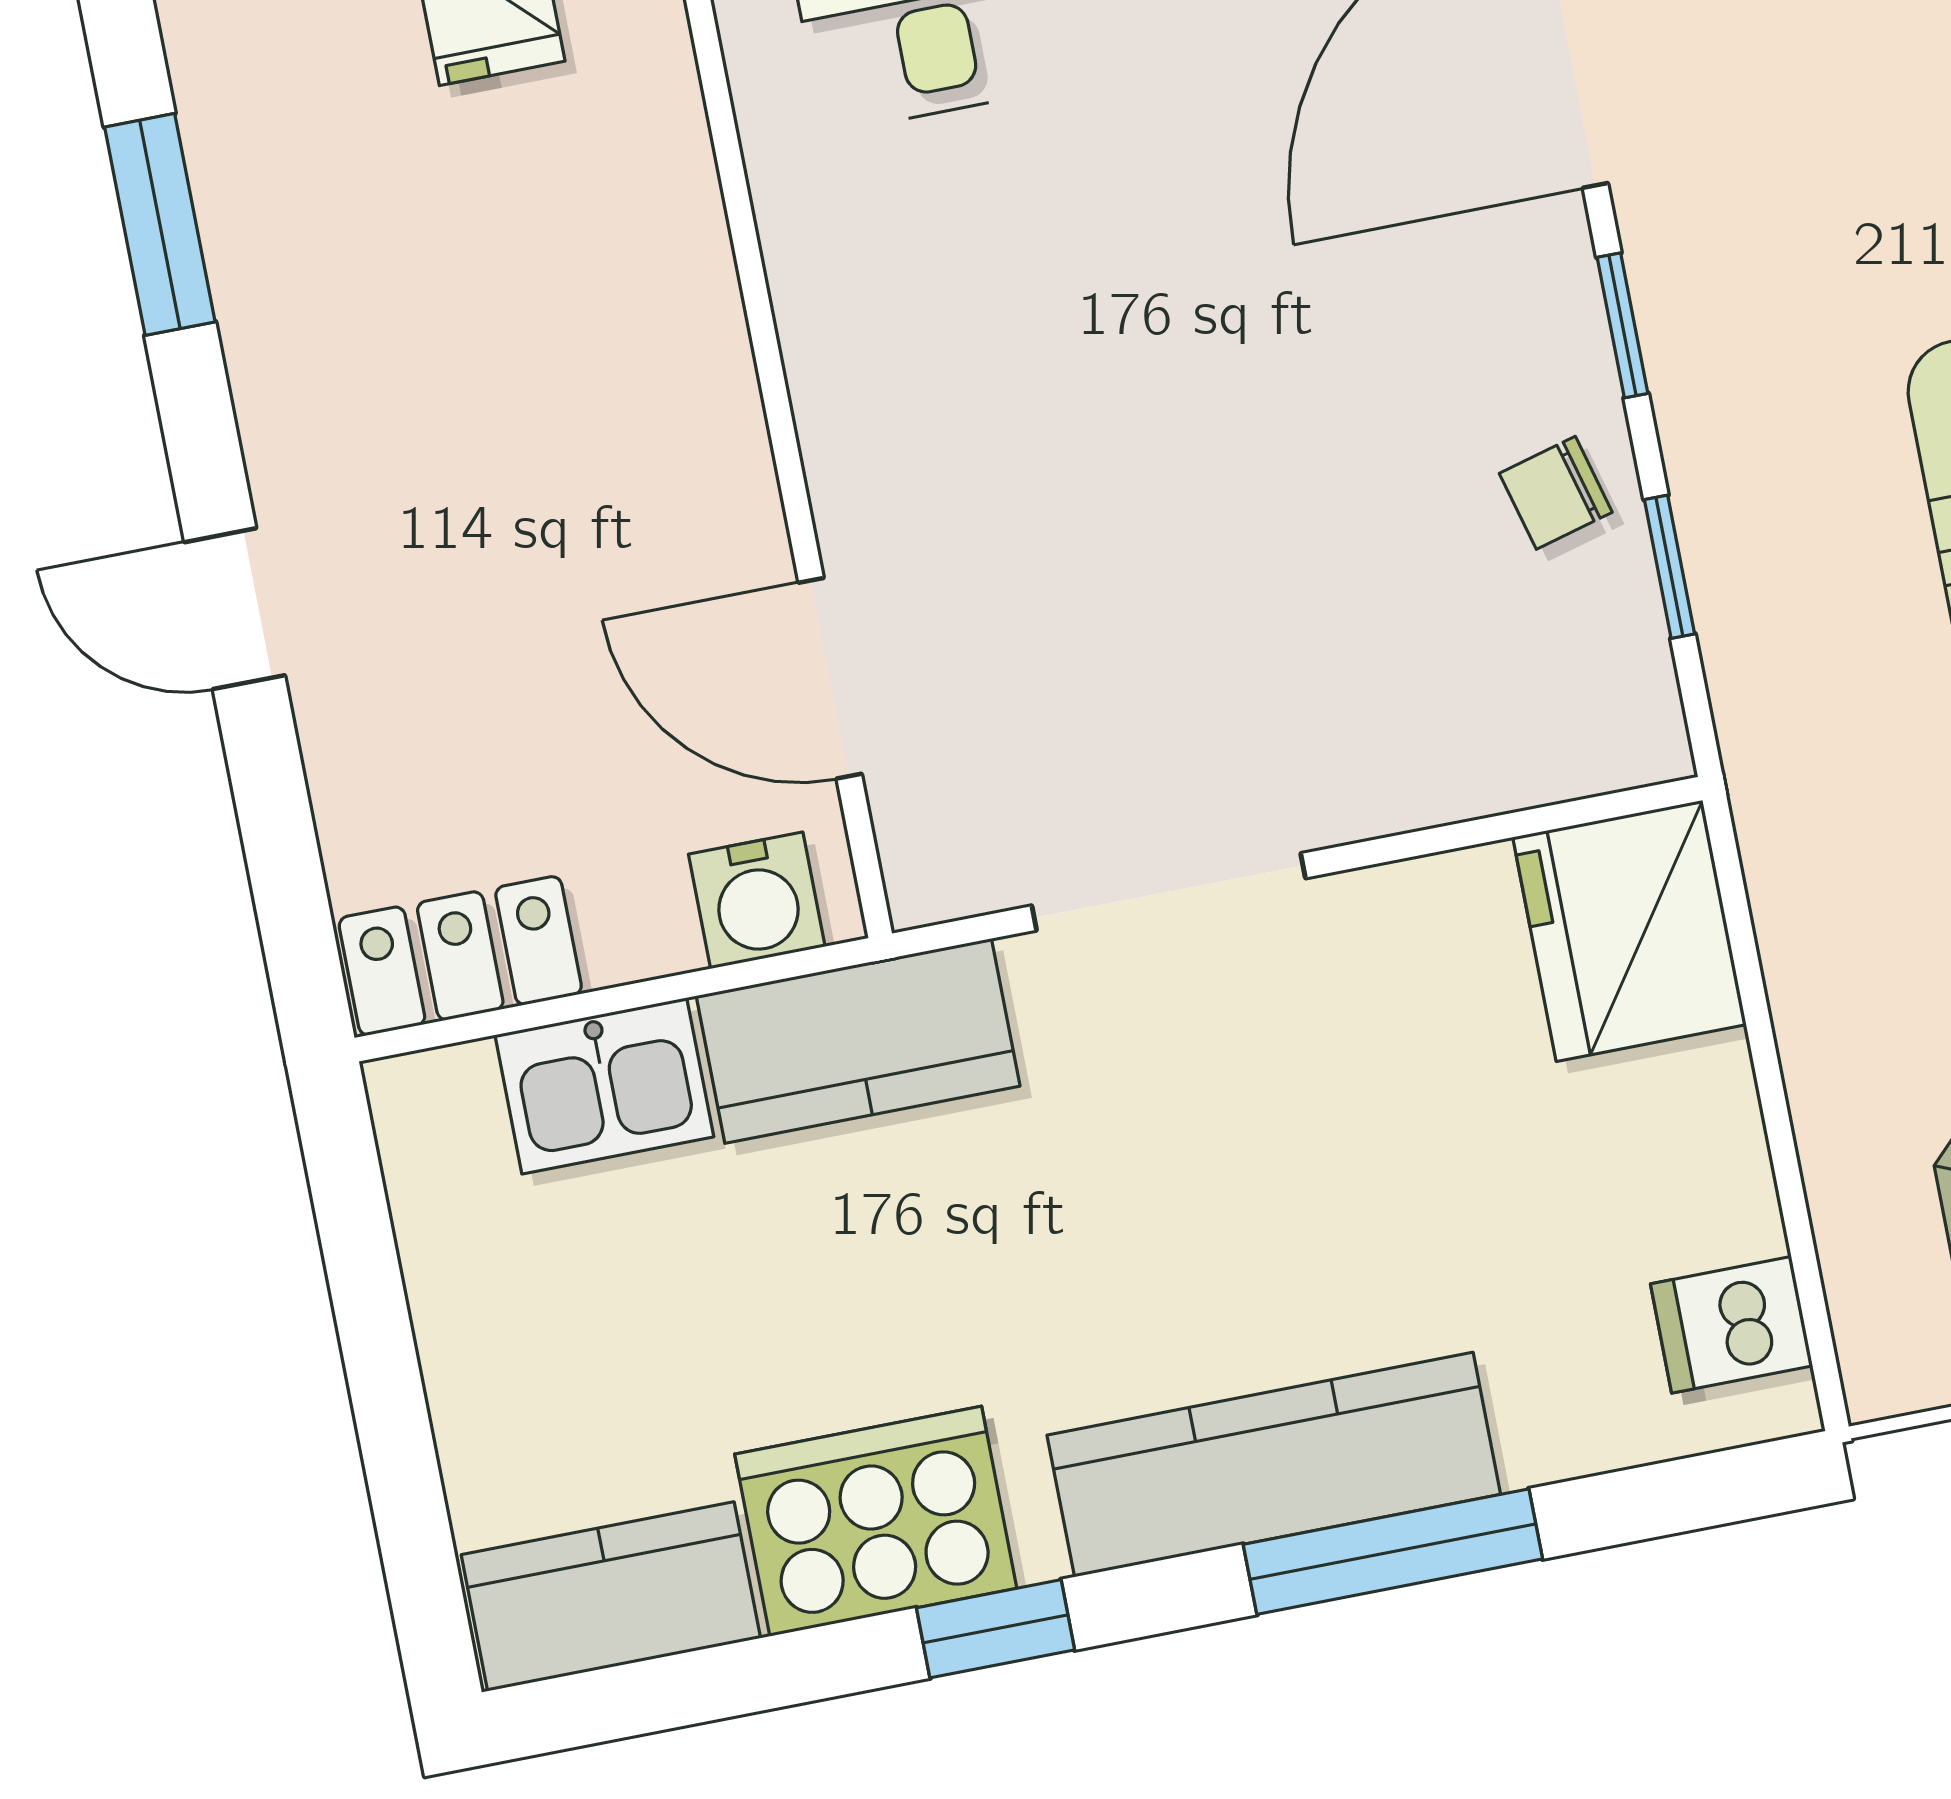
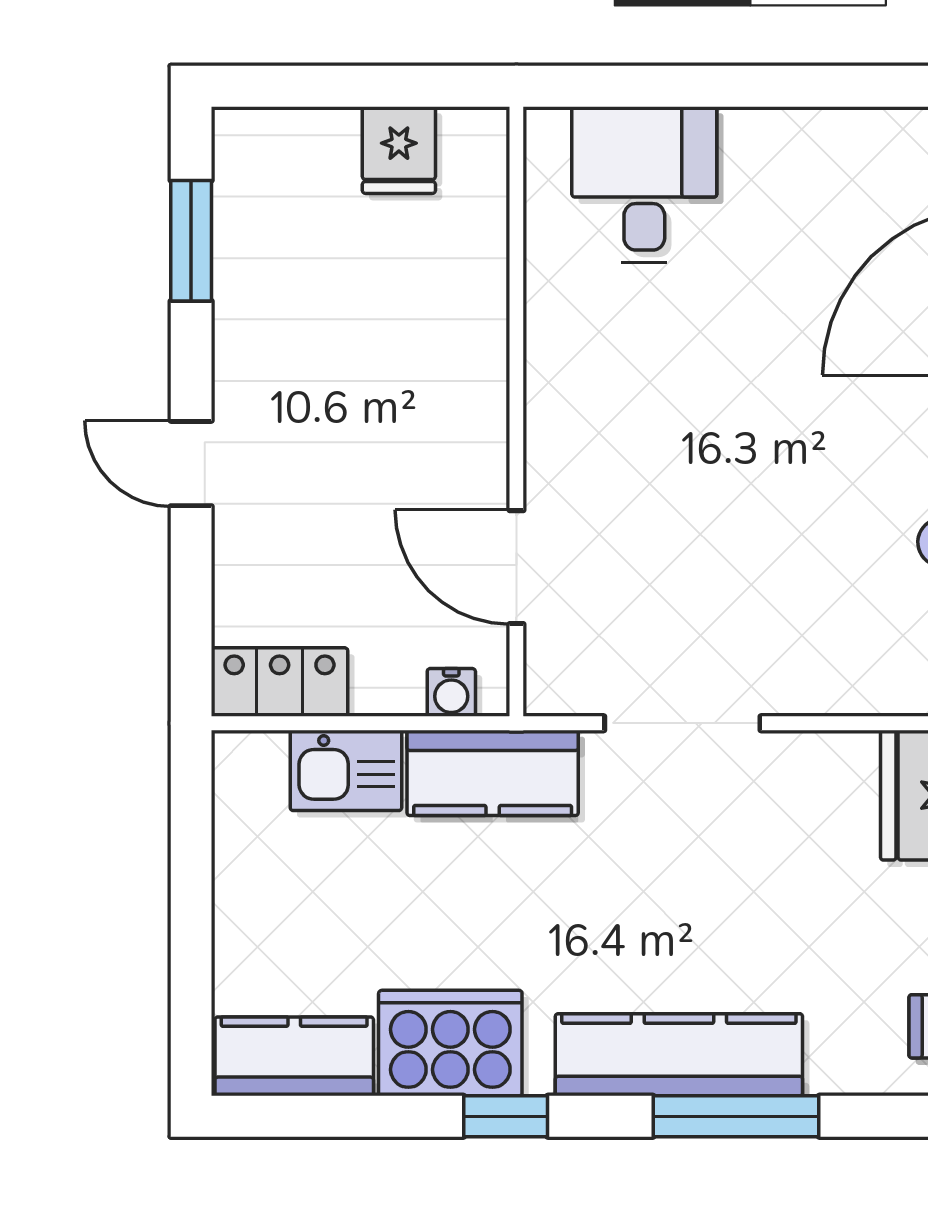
water cooler: (757, 900) -> (451, 692), width x0.72, depth x0.72

